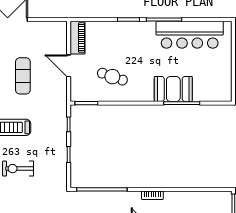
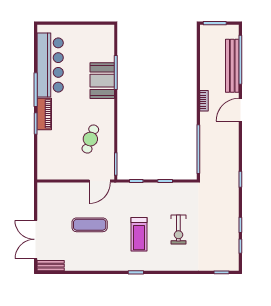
piano: (78, 38) -> (44, 114), moved, turned 90
door: (69, 66) -> (100, 181), moved

